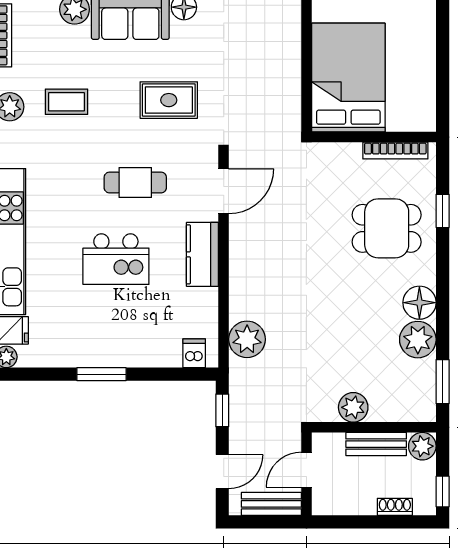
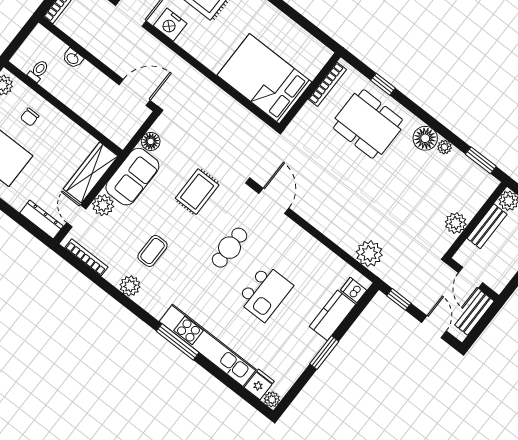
dining table: (387, 228) -> (368, 124), width x1.38
kitchen counter: (202, 254) -> (333, 315), moved, turned 90
plant: (418, 340) -> (445, 147), width x0.53, depth x0.53

